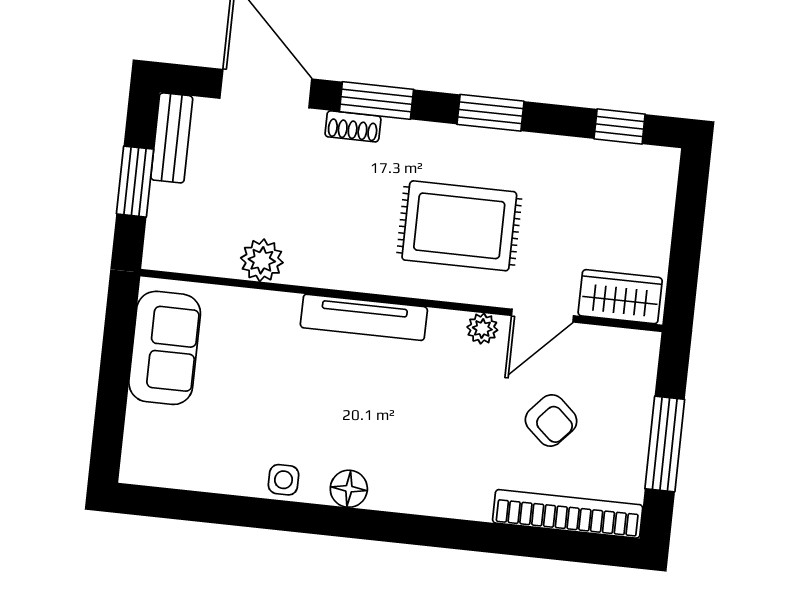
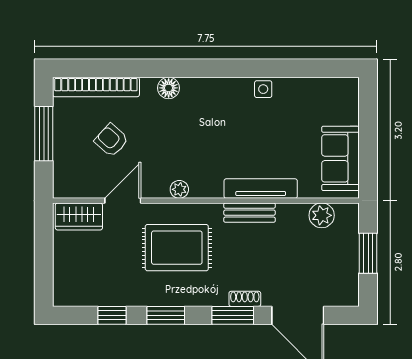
window: (620, 127) -> (112, 315), moved
bench: (172, 138) -> (249, 213), moved, turned 90
plant: (262, 260) -> (322, 215), moved
tv unit: (364, 317) -> (261, 189), moved
plant: (482, 329) -> (179, 189), moved
floor lamp: (349, 489) -> (169, 88), moved

